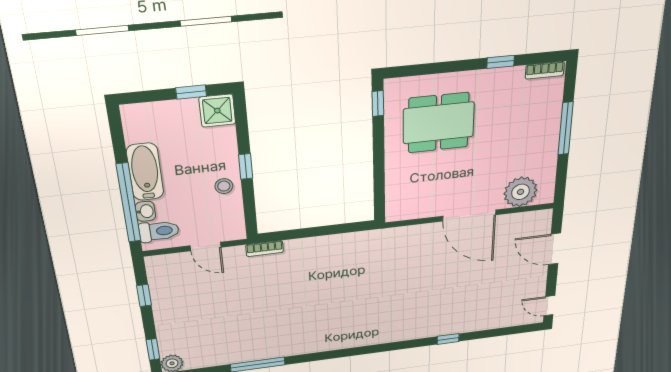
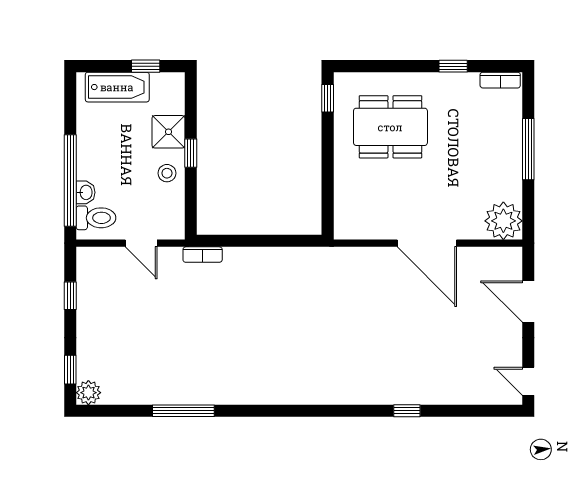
shower: (217, 111) -> (168, 132), moved
bathtub: (145, 172) -> (117, 87), moved, turned 90
plant: (521, 192) -> (503, 221), moved

